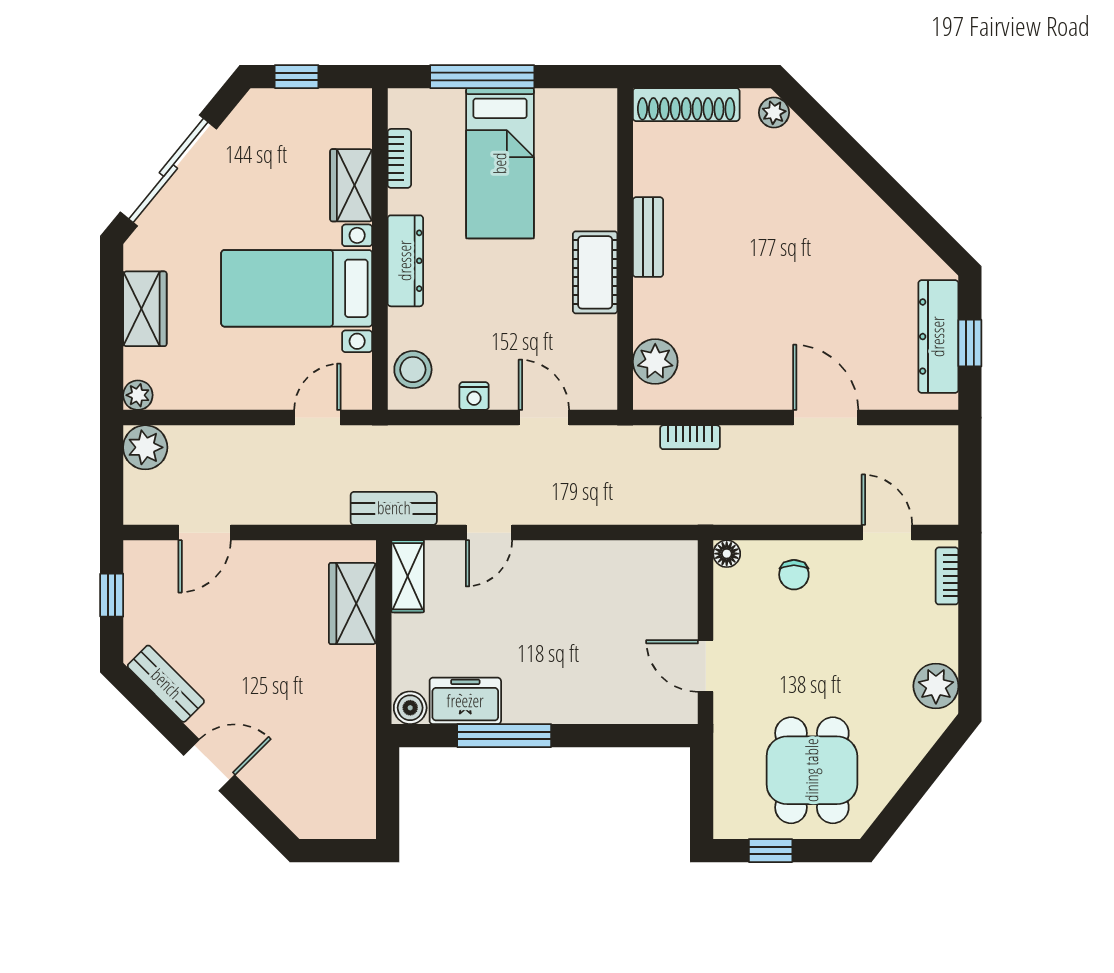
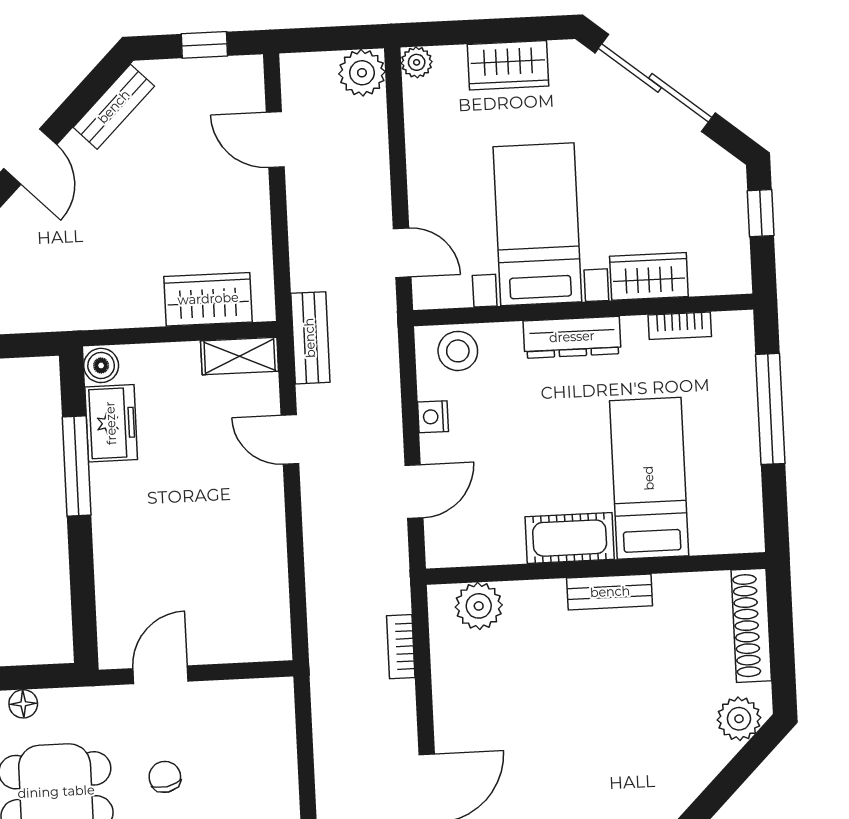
plant: (774, 113) -> (739, 719), width x1.38, depth x1.38
bed: (500, 163) -> (649, 478), moved, turned 90
floor lamp: (727, 554) -> (23, 704), moved
chair: (794, 575) -> (165, 777), moved, turned 80

